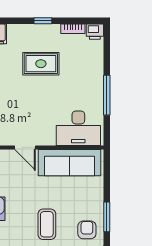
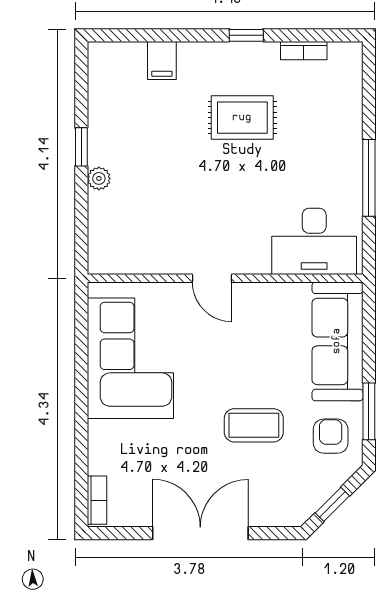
printer: (95, 32) -> (346, 56), removed
sofa: (69, 163) -> (337, 341), moved, turned 90
coffee table: (47, 224) -> (254, 425), turned 90

